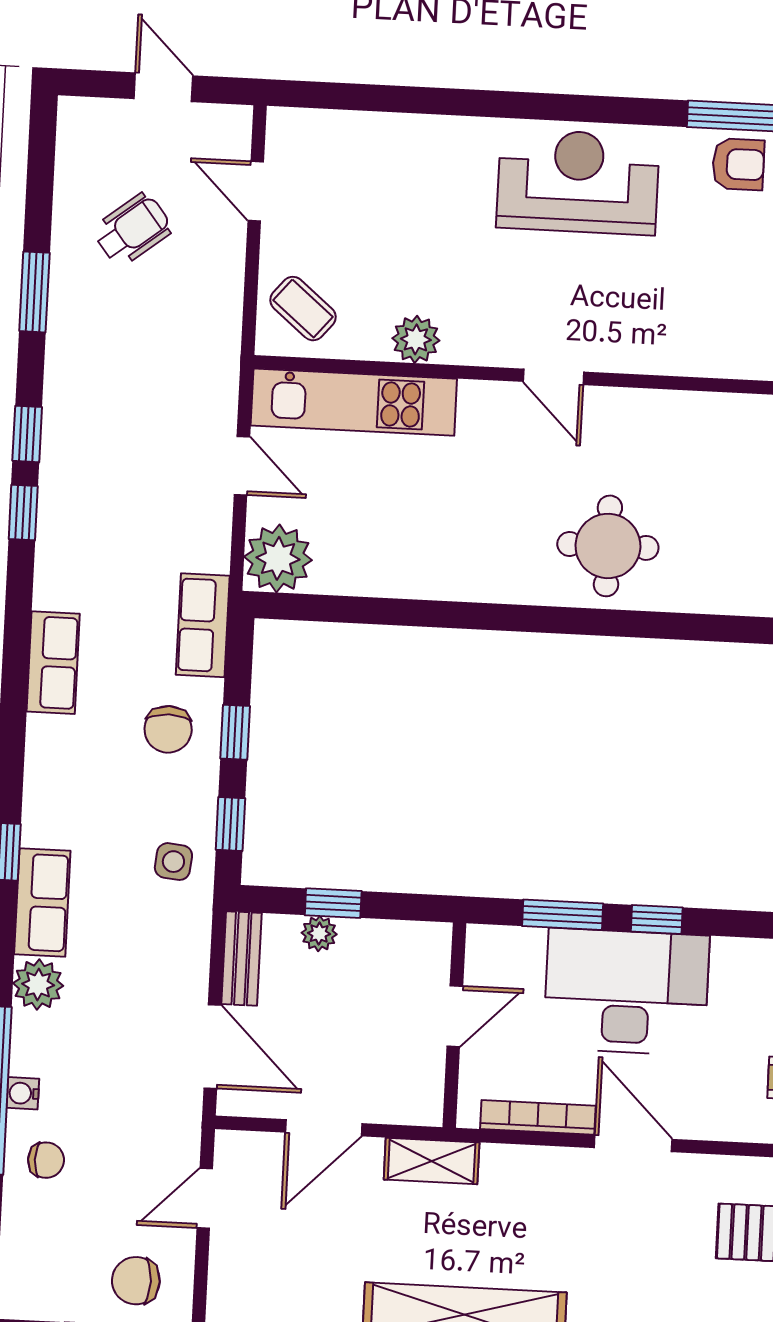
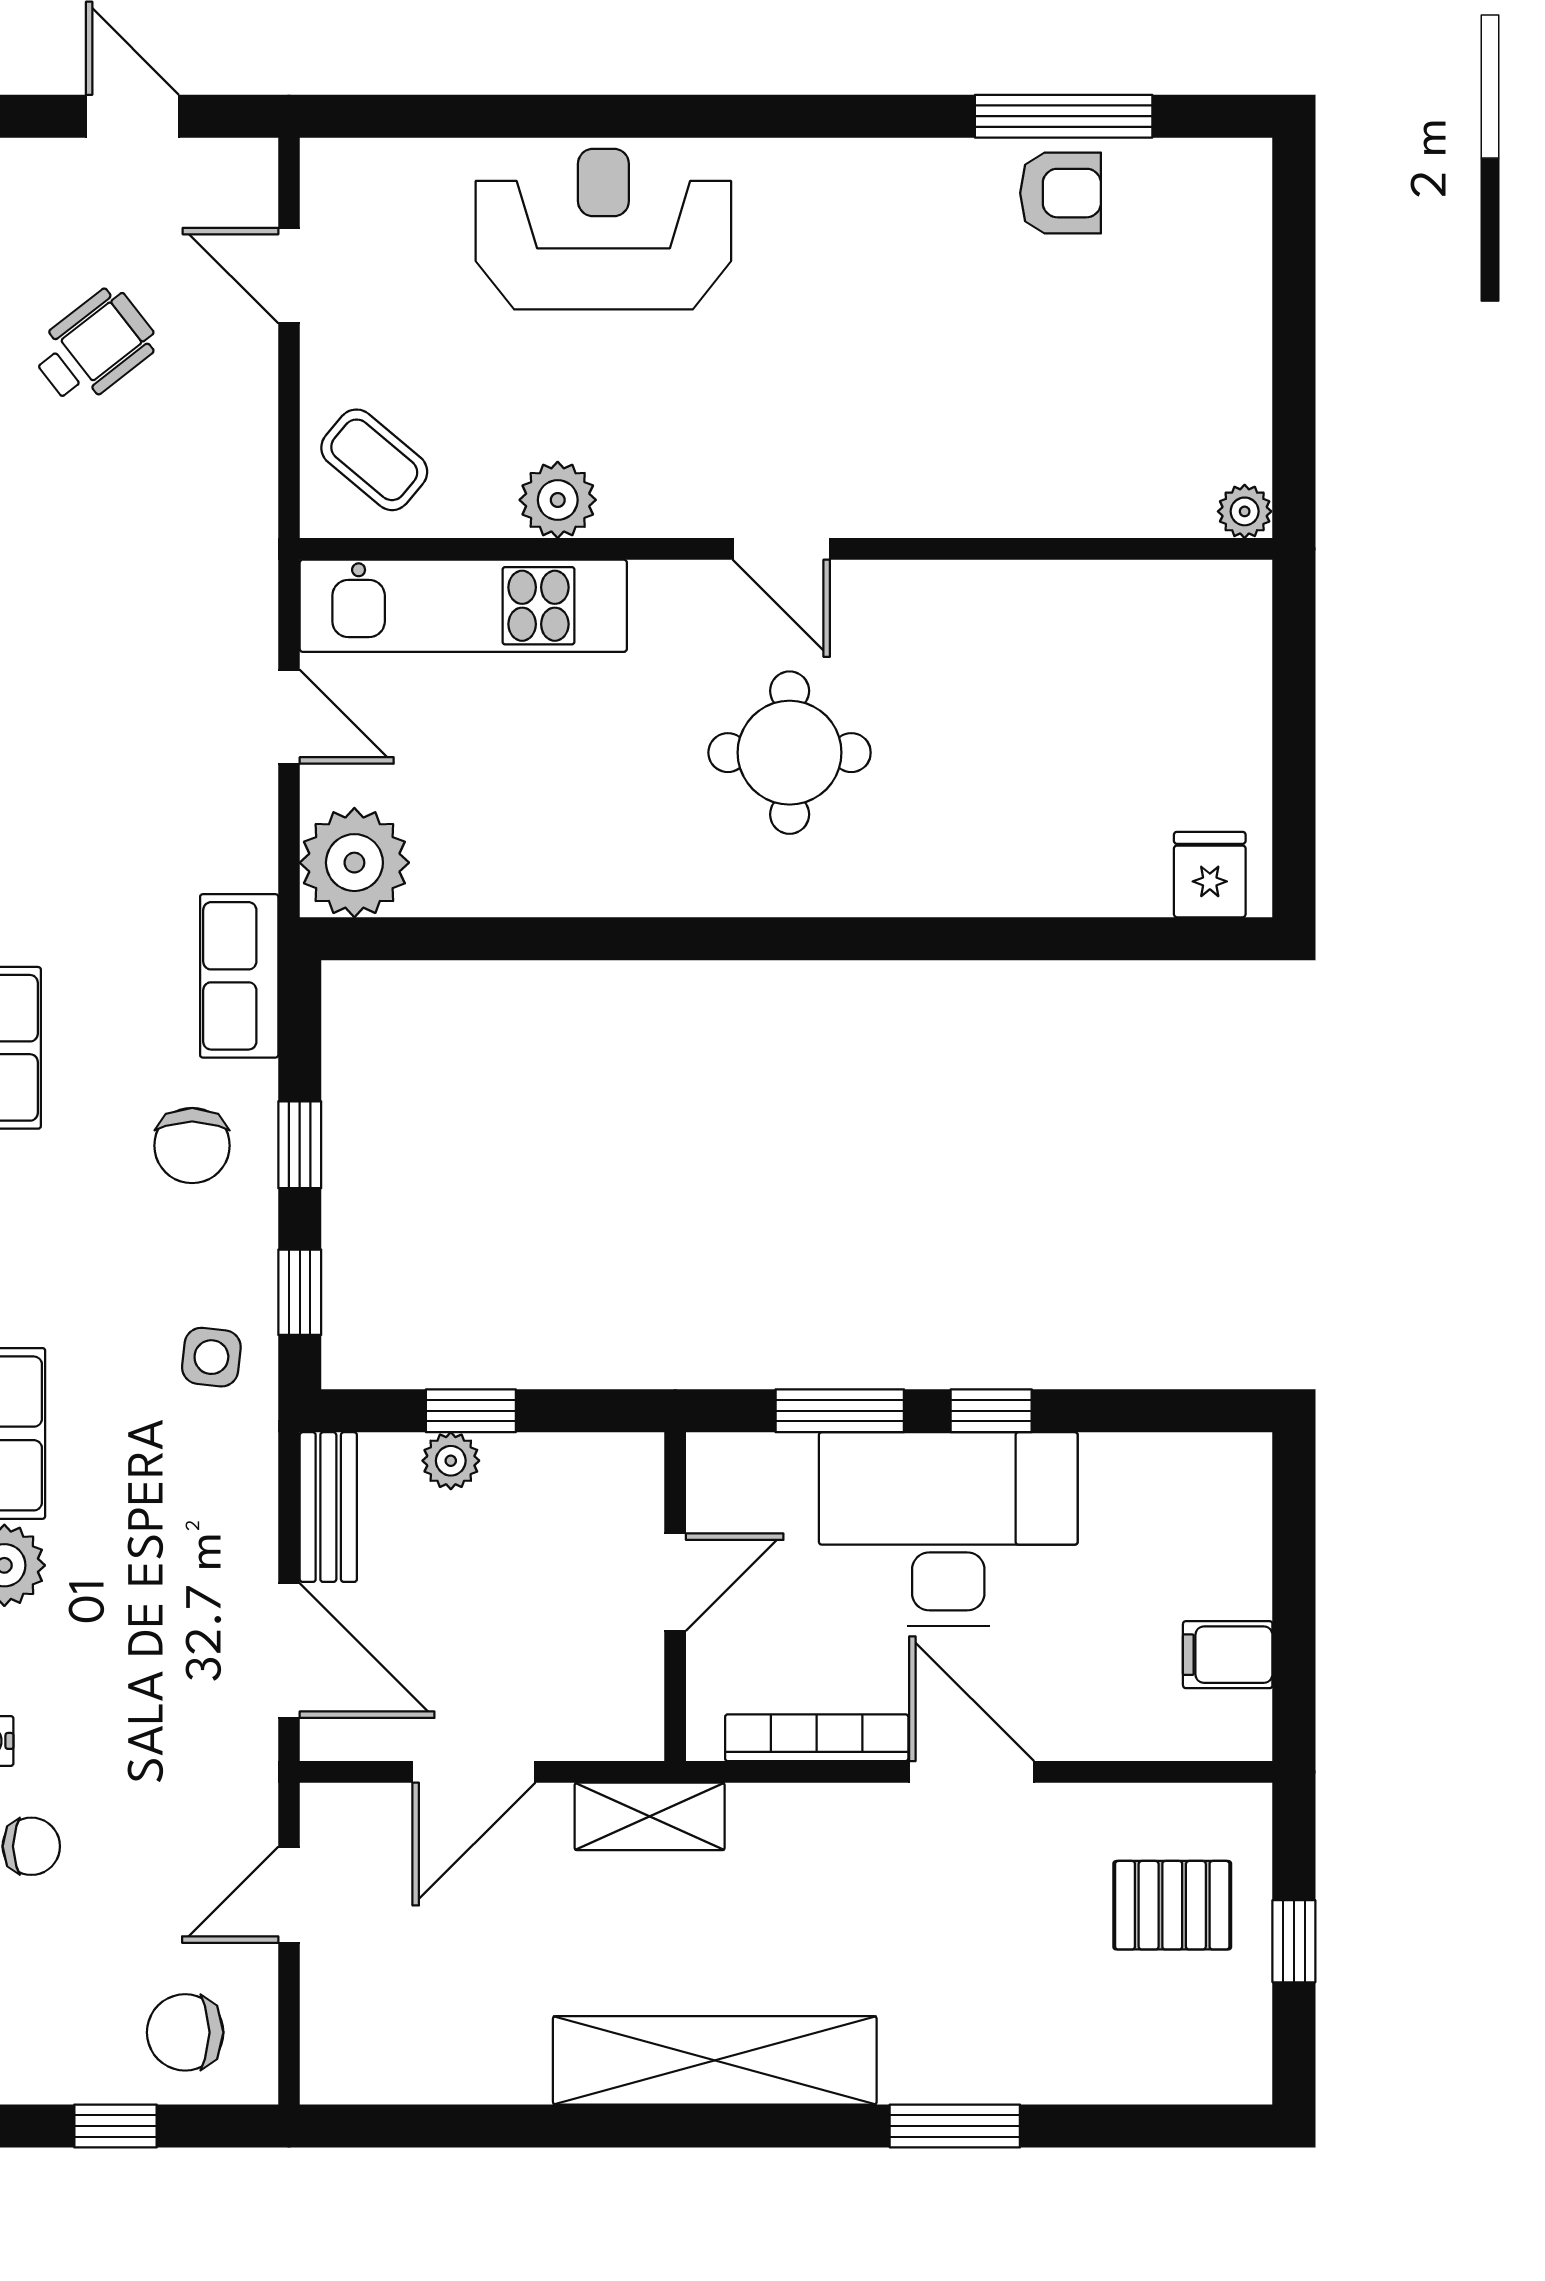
reception desk: (578, 182) -> (603, 229), moved
round table: (608, 546) -> (790, 753), moved

